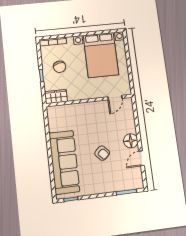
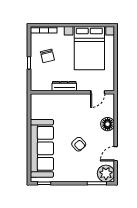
dresser: (80, 95) -> (64, 86), added
wardrobe: (56, 97) -> (41, 85), removed
floor lamp: (131, 141) -> (108, 124), moved
plant: (134, 180) -> (106, 173), added

